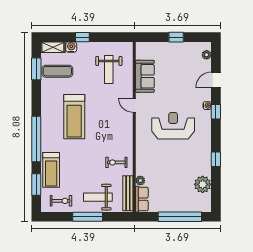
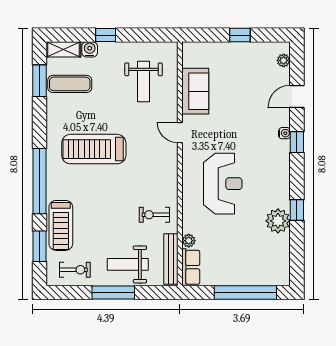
treadmill: (74, 117) -> (94, 149), turned 90
reception desk: (173, 126) -> (223, 184), moved, turned 90
plant: (203, 184) -> (278, 221), moved

